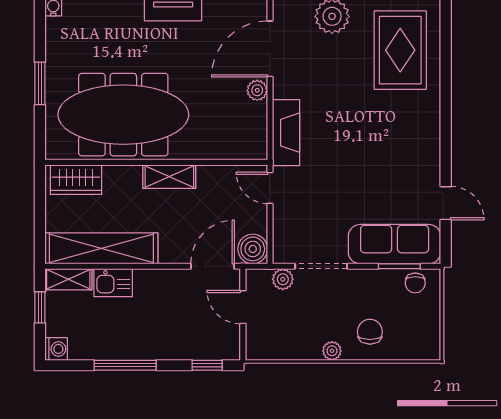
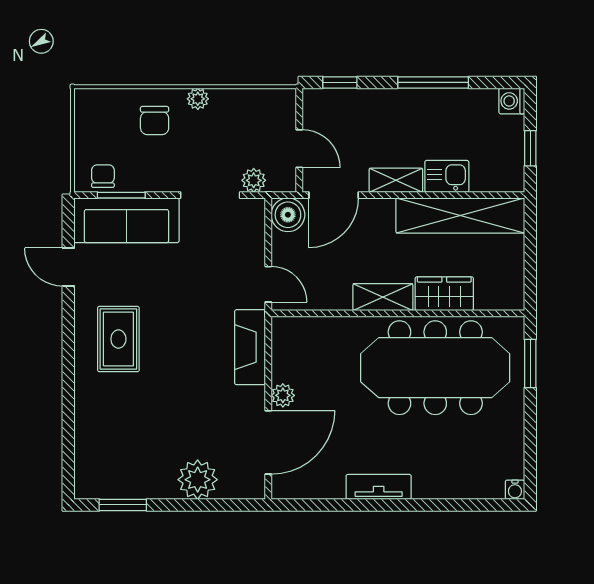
rug: (400, 50) -> (118, 339), moved, width x0.73, depth x0.70
window: (40, 83) -> (530, 364), moved
wardrobe: (76, 180) -> (444, 294), moved
shelving: (68, 279) -> (396, 180), moved

